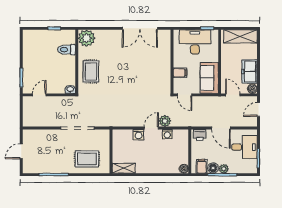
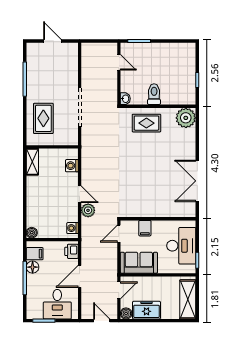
toilet: (66, 50) -> (154, 94), moved
washing machine: (167, 134) -> (72, 228), moved
washing machine: (139, 135) -> (72, 166), moved
plant: (224, 169) -> (32, 280), removed

